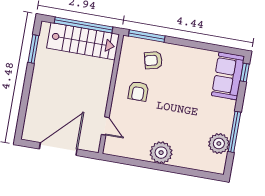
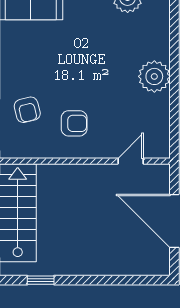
window: (33, 49) -> (41, 280), width x0.67

